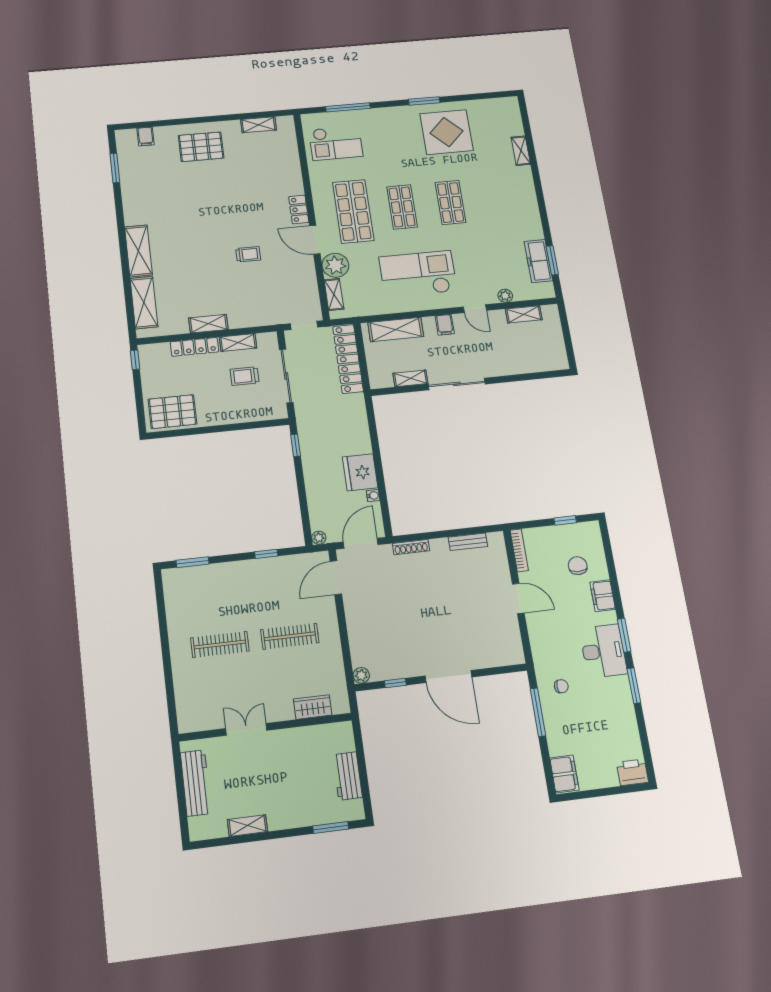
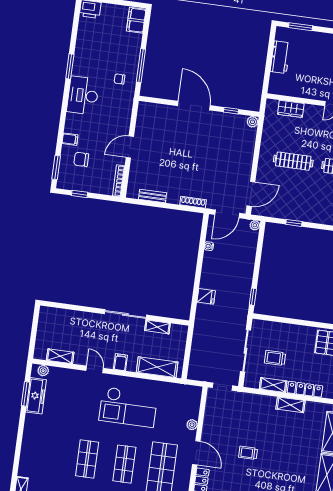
plant: (335, 265) -> (192, 425), width x0.53, depth x0.53
shelving: (334, 294) -> (194, 406), removed
plant: (505, 296) -> (43, 371), moved
locker: (348, 359) -> (198, 353), removed
trolley: (245, 376) -> (275, 358), turned 180
fridge: (360, 472) -> (206, 296), moved, width x0.53, depth x0.75
chair: (578, 566) -> (81, 159), turned 90
filing cabinet: (603, 596) -> (70, 139), width x0.50
door: (518, 598) -> (130, 147), hinge flipped
window: (624, 635) -> (56, 167), moved

